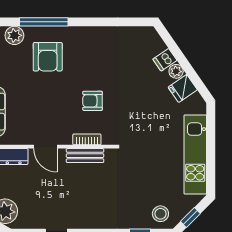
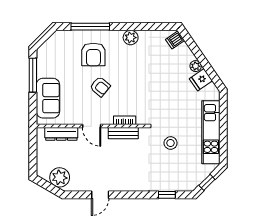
plant: (14, 35) -> (131, 38), moved
dishwasher: (165, 60) -> (175, 40), moved
armchair: (93, 101) -> (100, 87), moved, turned -141
stool: (160, 214) -> (171, 143), moved

